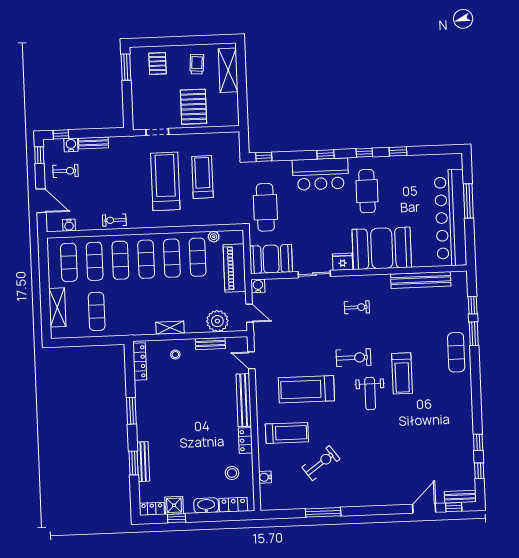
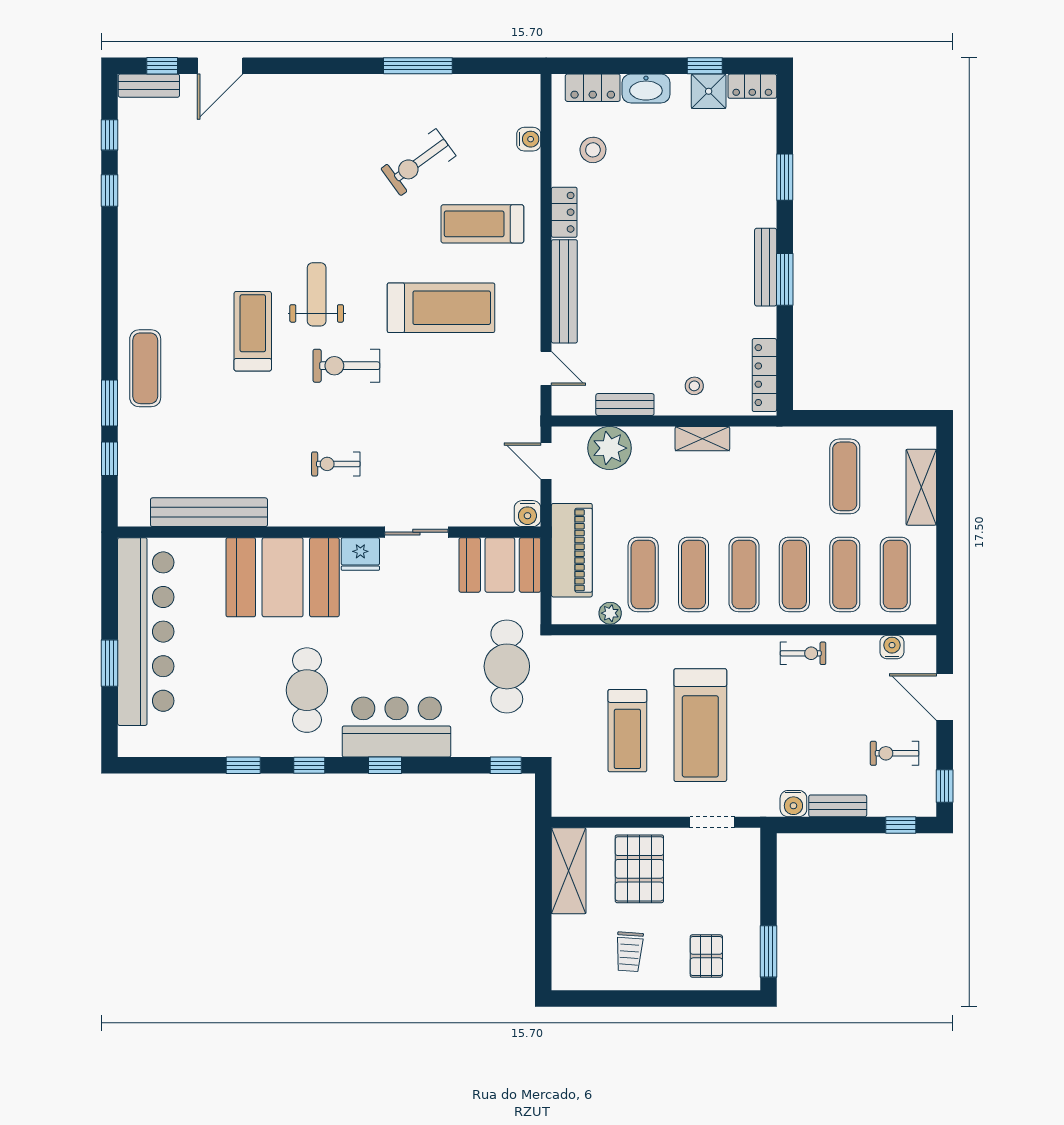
shelving: (228, 70) -> (569, 871), moved
water cooler: (71, 145) -> (793, 804), moved
window: (468, 201) -> (110, 663), width x0.69
bench: (143, 462) -> (766, 267), moved

